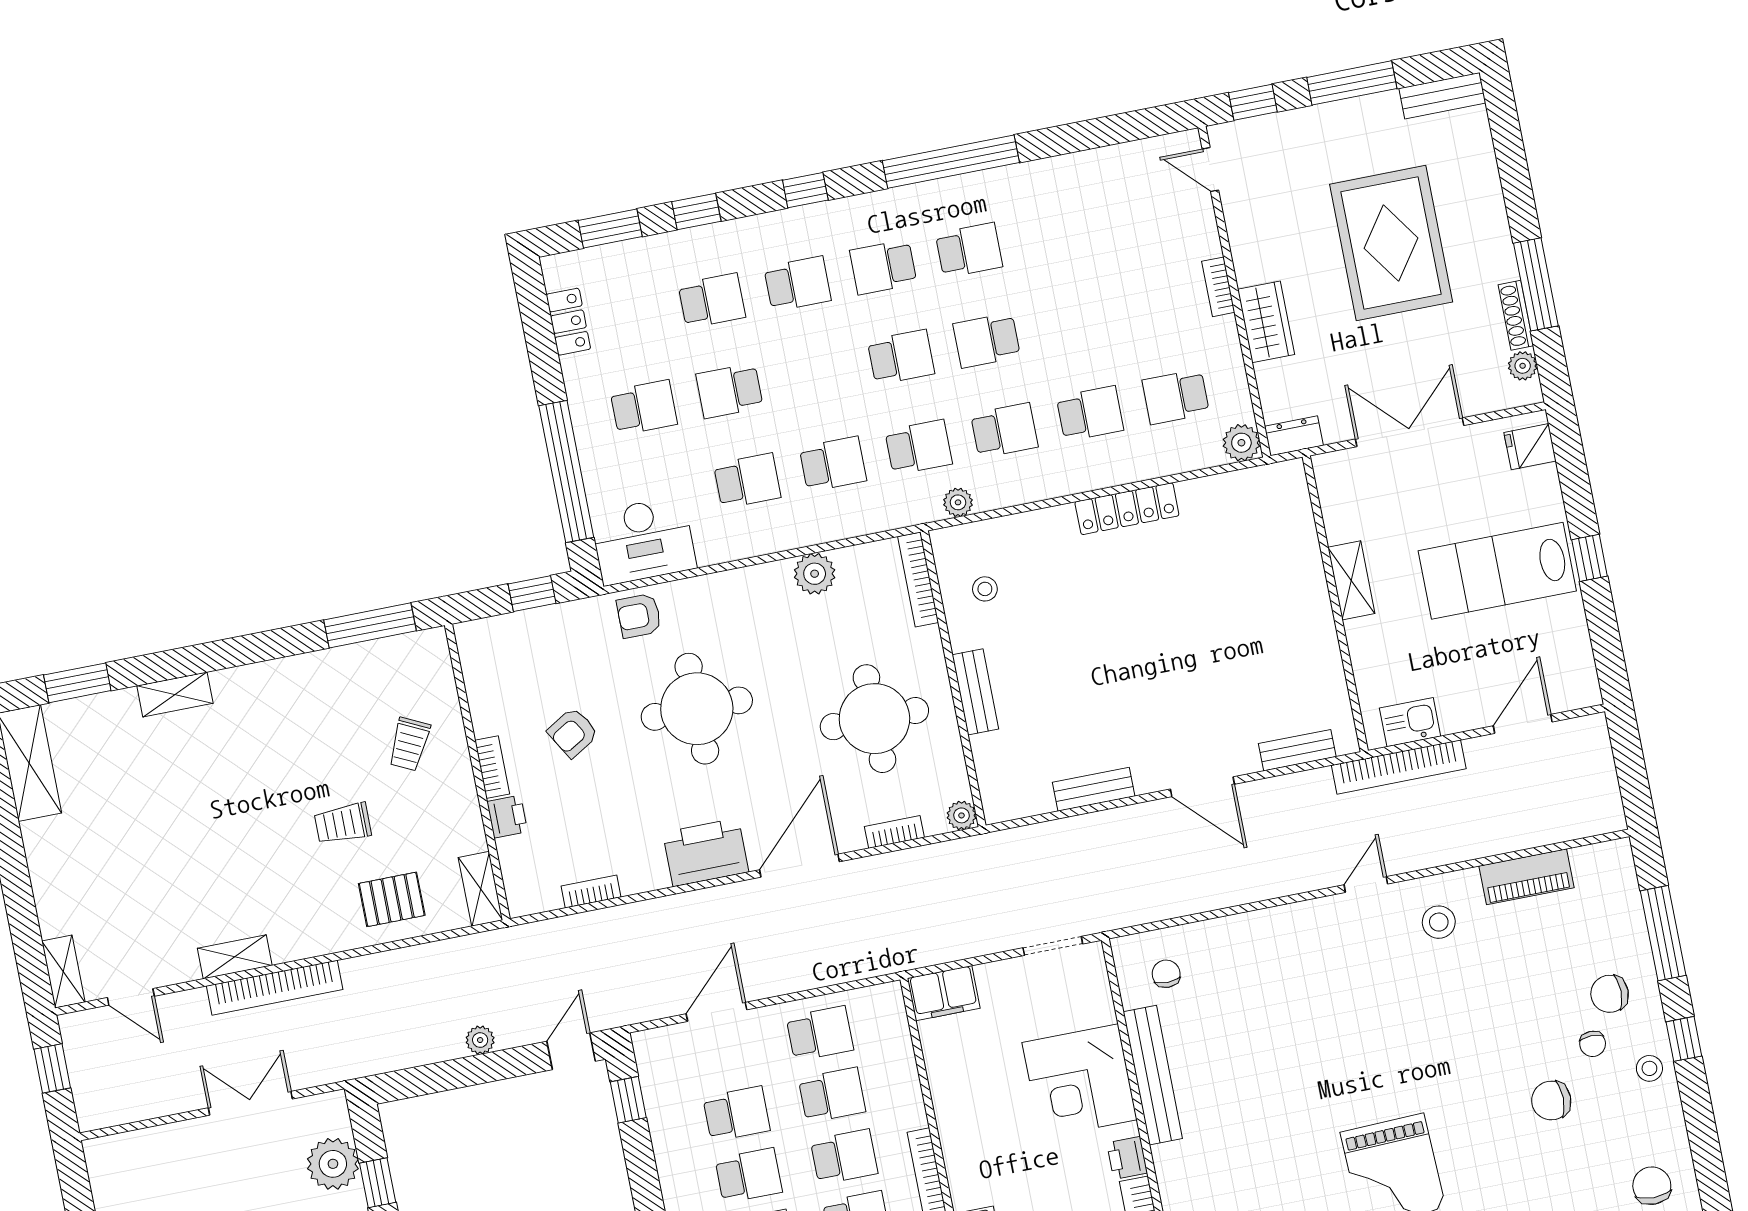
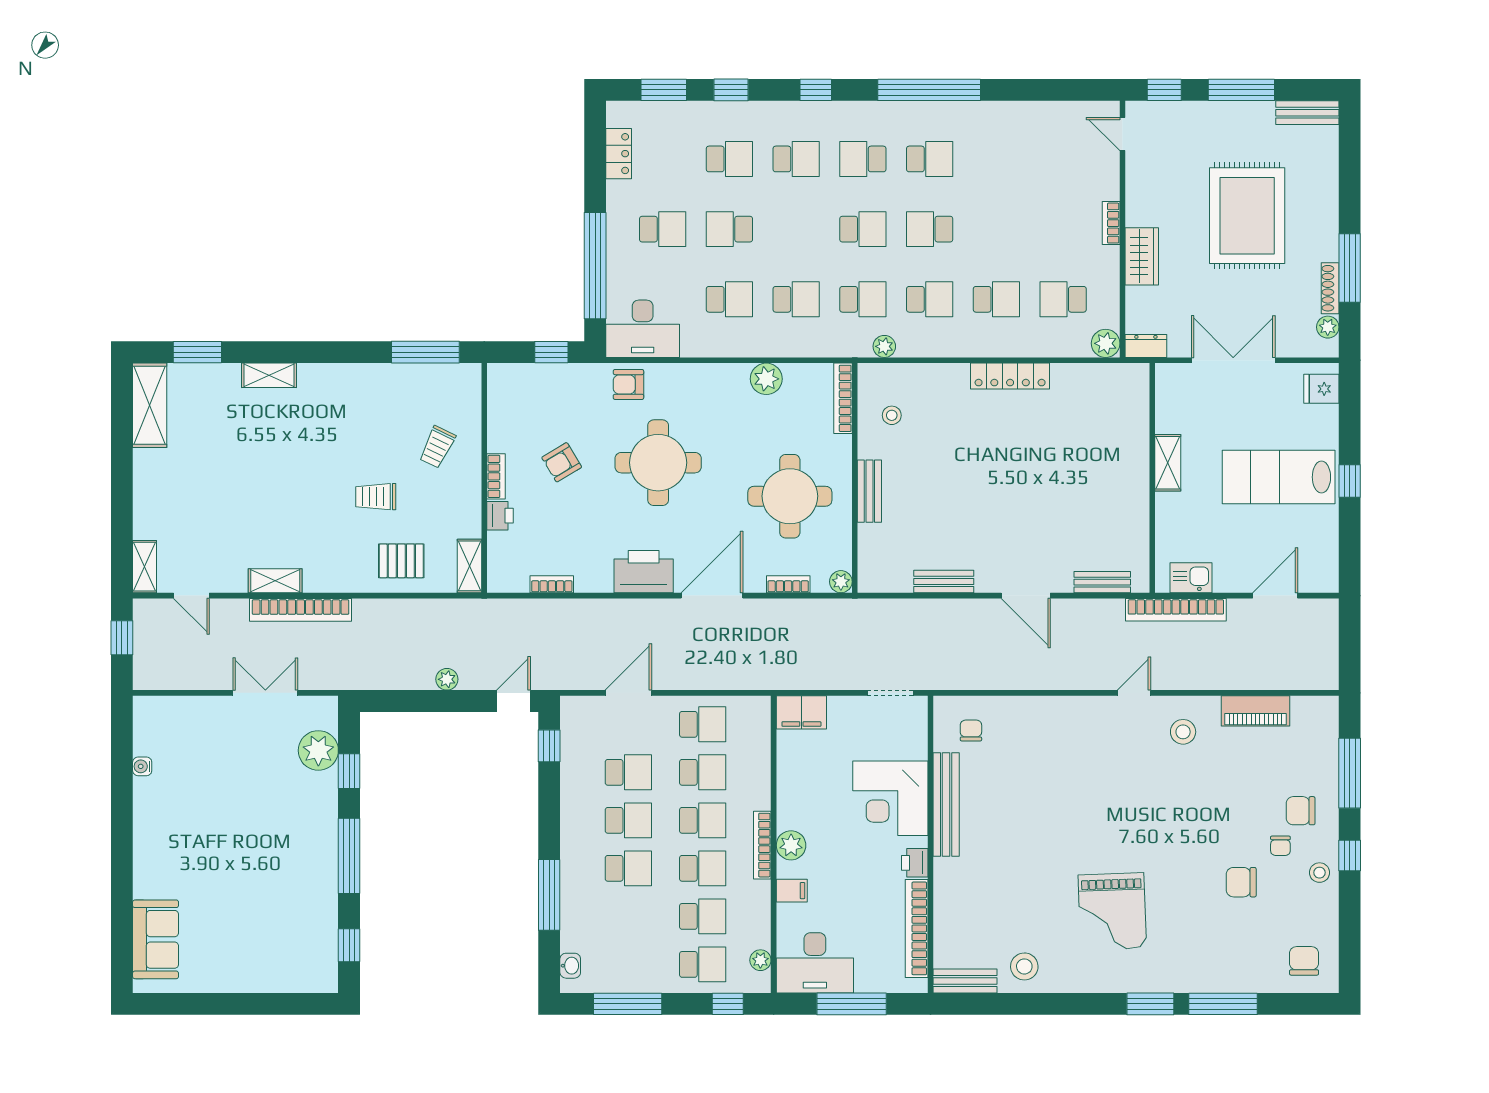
plant: (964, 1167) -> (791, 845), added

